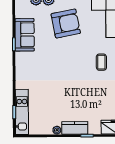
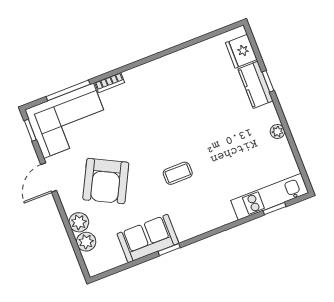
armchair: (66, 24) -> (106, 181), turned -142
coffee table: (101, 62) -> (178, 173), moved
kitchen counter: (75, 128) -> (256, 85), moved

